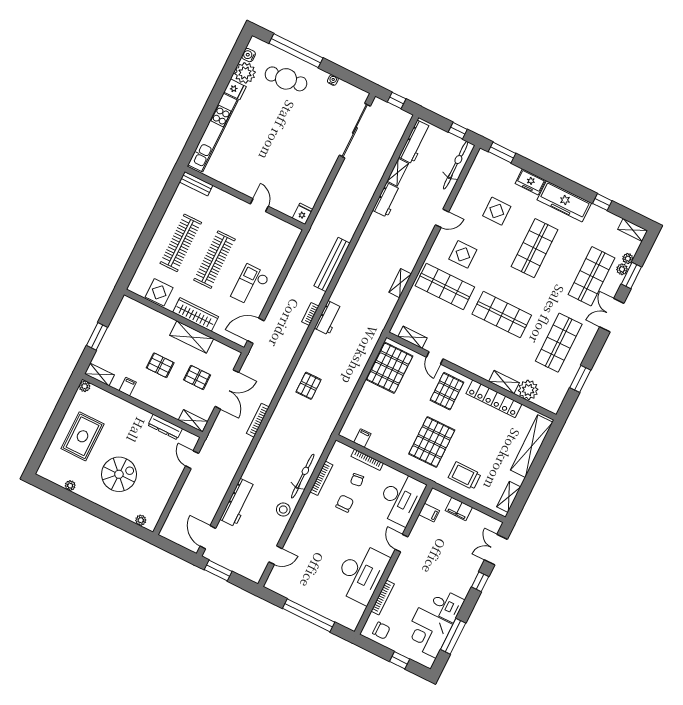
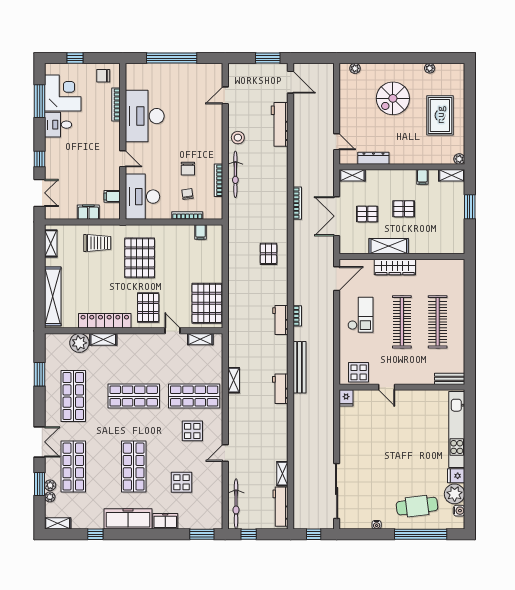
workbench: (387, 200) -> (280, 389), moved
display table: (159, 292) -> (359, 372), moved

